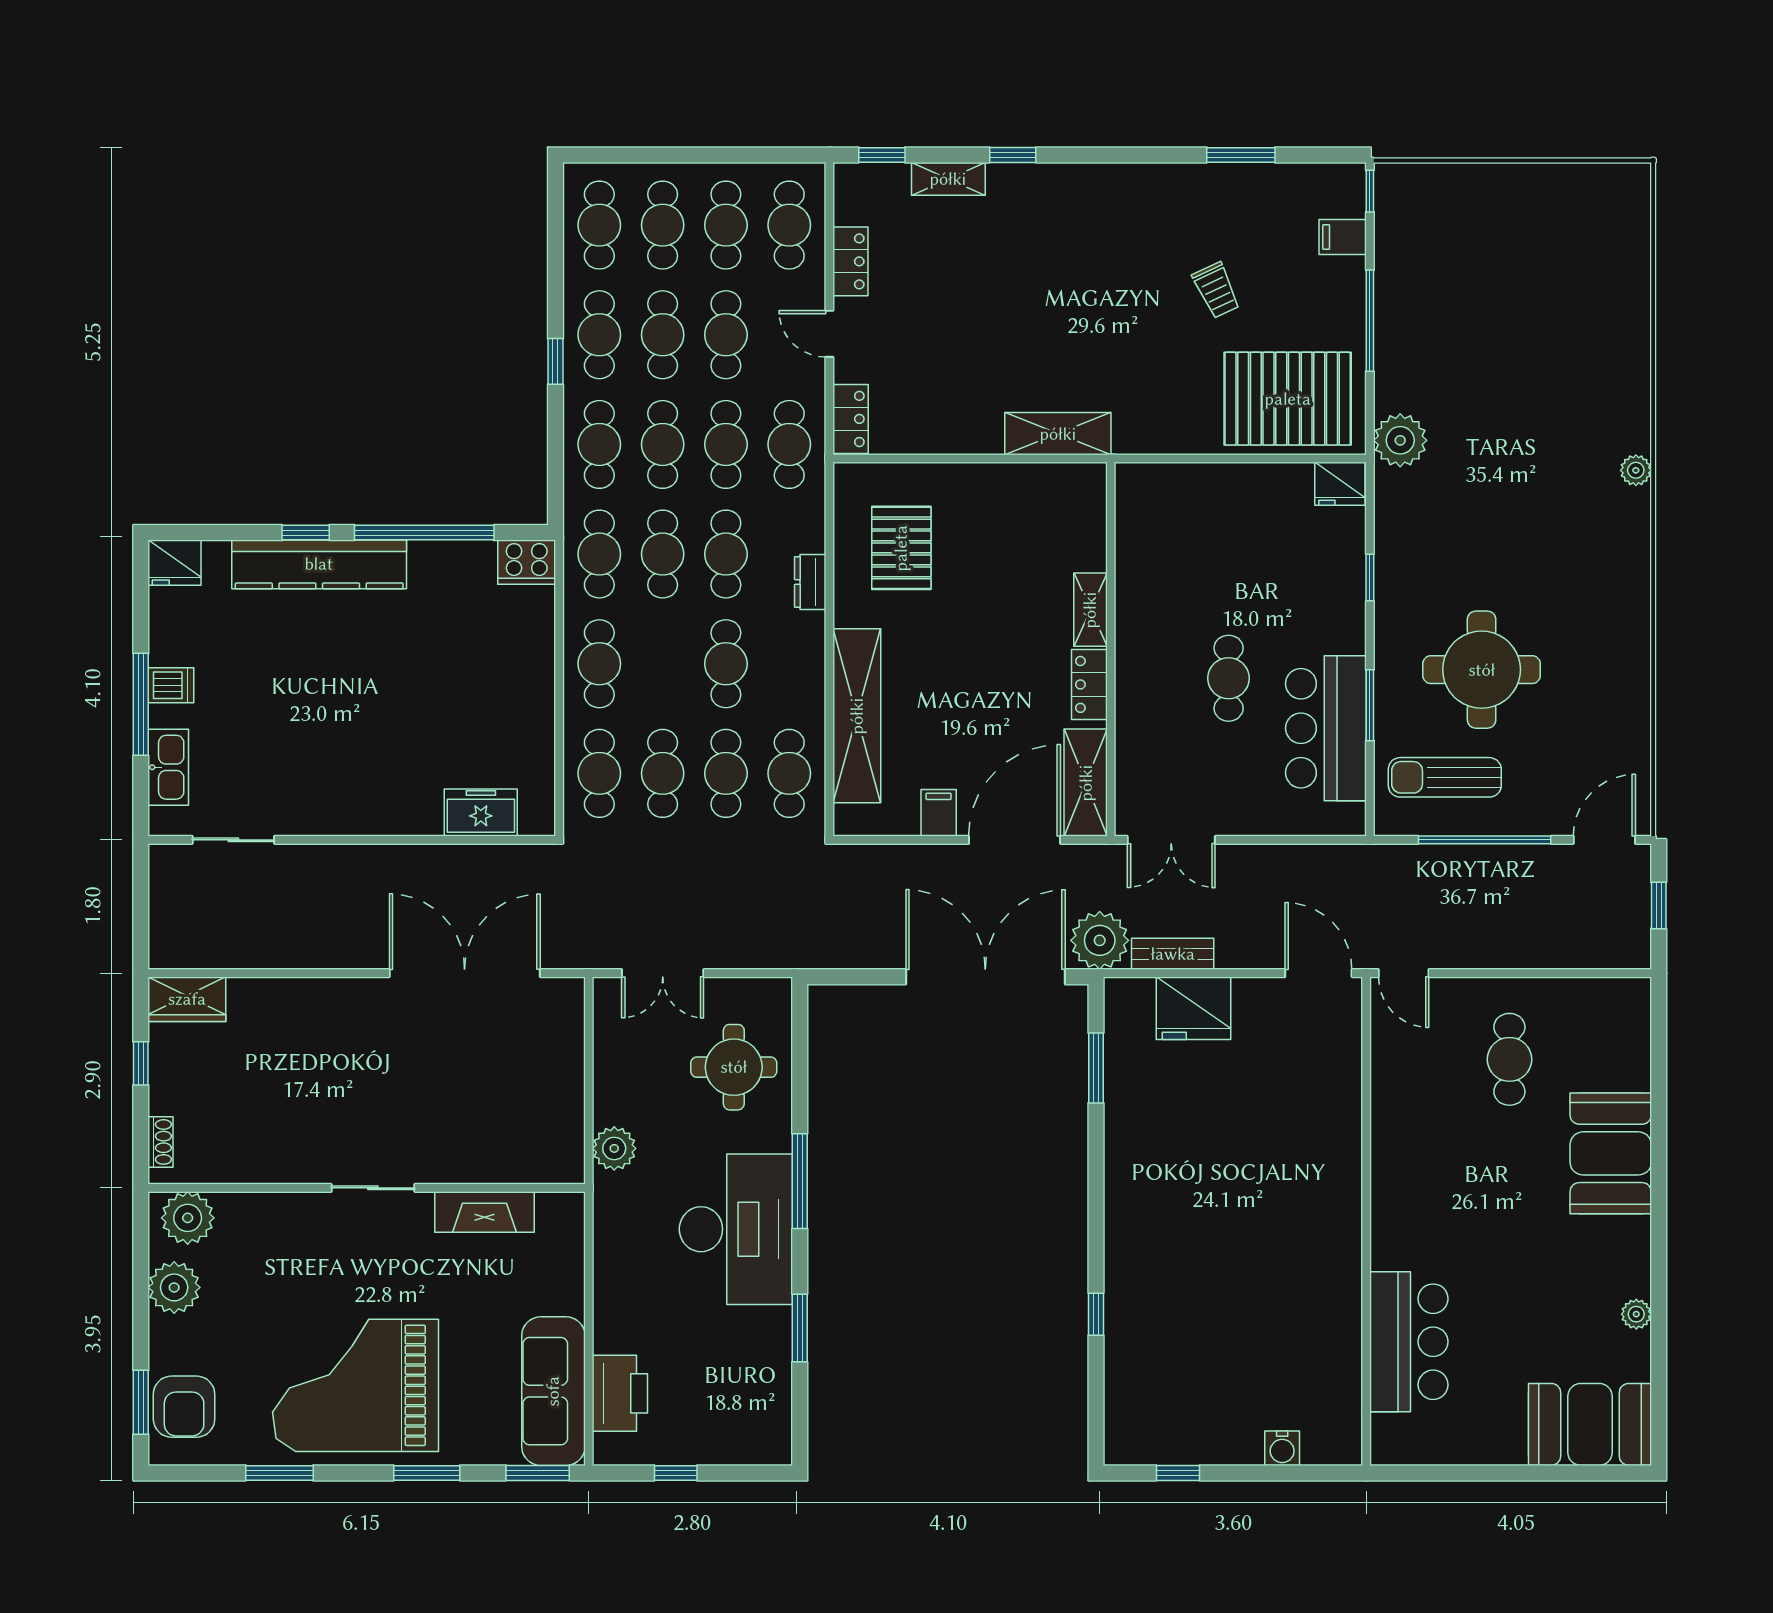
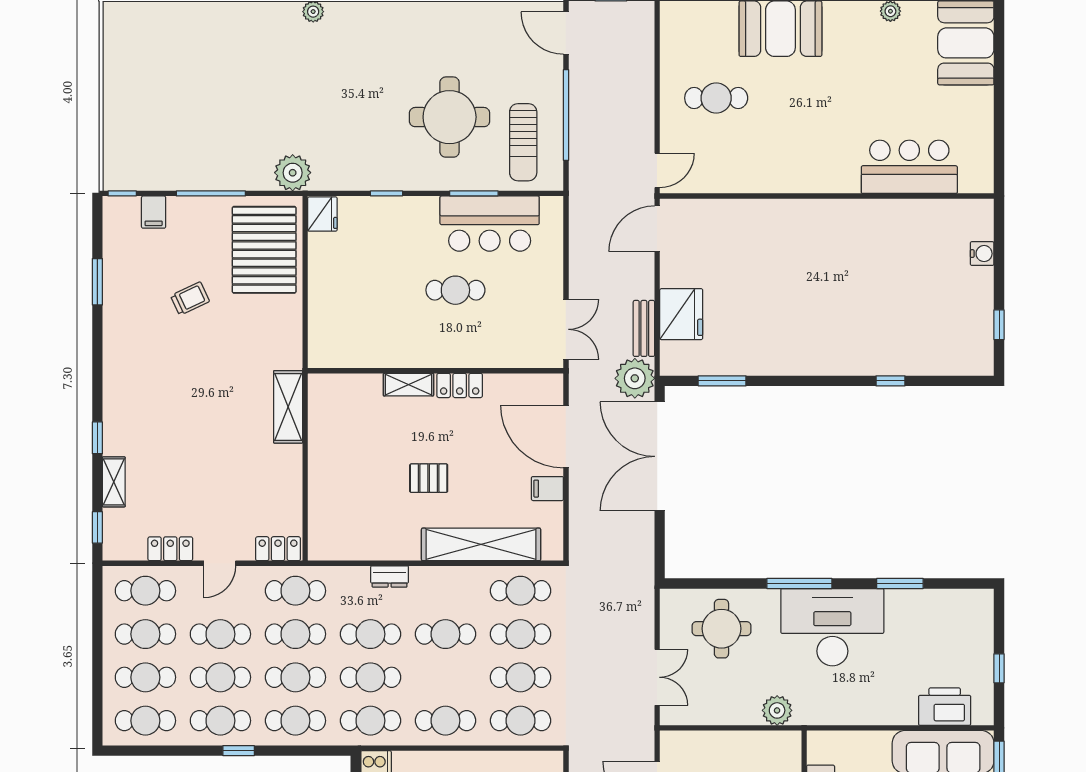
pallet: (901, 548) -> (429, 478), moved, width x0.67, depth x0.71
shelving: (1086, 783) -> (527, 388), removed

